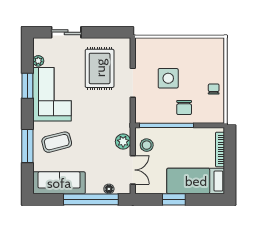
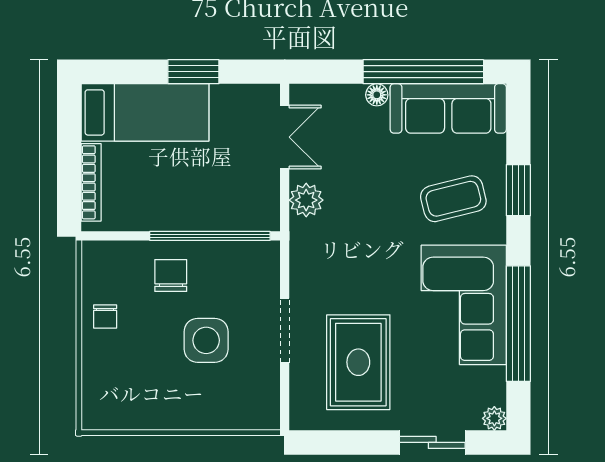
plant: (38, 61) -> (494, 418), moved
window: (27, 86) -> (518, 324), width x2.11
stool: (147, 145) -> (254, 192), removed
window: (27, 146) -> (518, 190), width x0.69
double door: (133, 170) -> (285, 137), swing flipped
floor lamp: (109, 189) -> (377, 95), moved
window: (91, 199) -> (423, 72), moved

